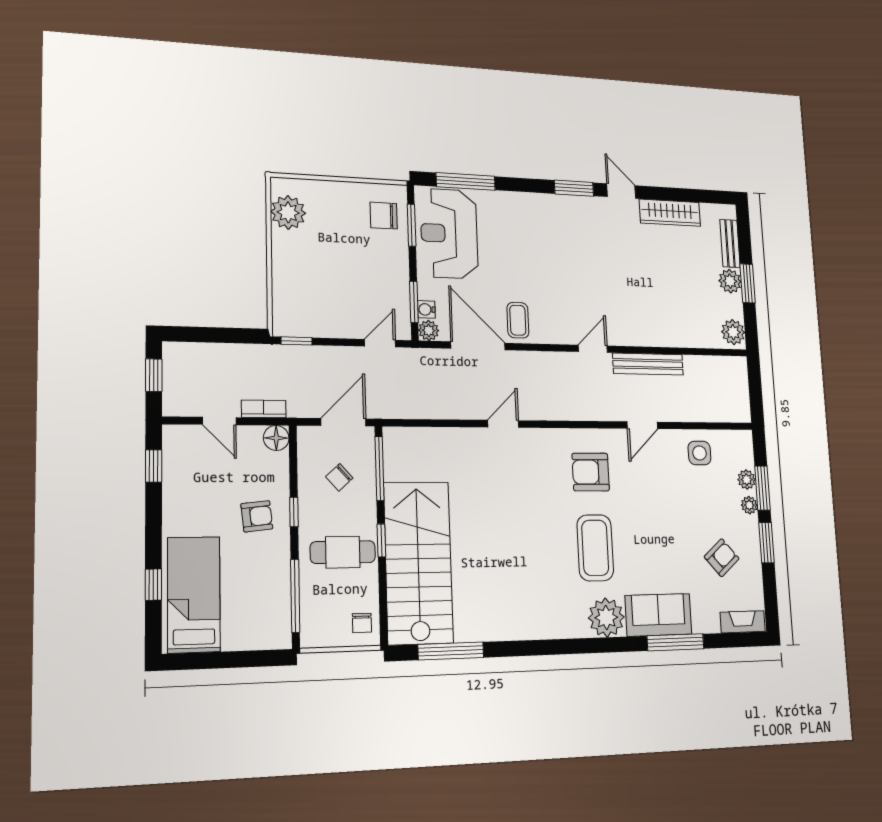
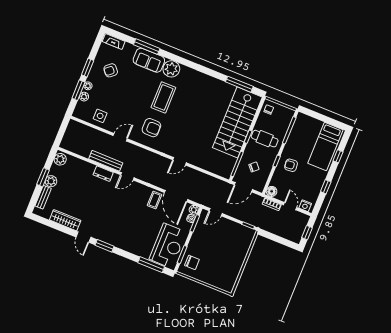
plant: (288, 212) -> (230, 277), removed
dresser: (641, 336) -> (103, 174), added
nightstand: (184, 436) -> (305, 206), added
window: (154, 466) -> (326, 187), moved

